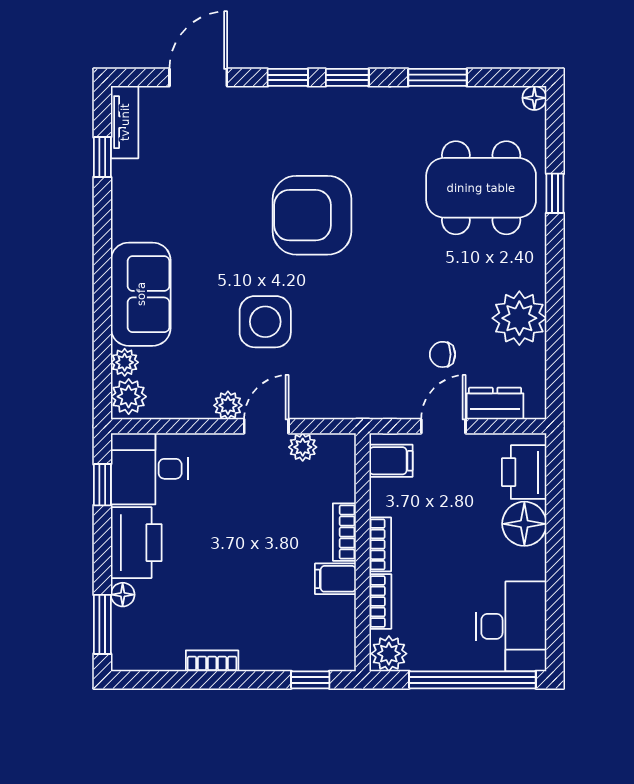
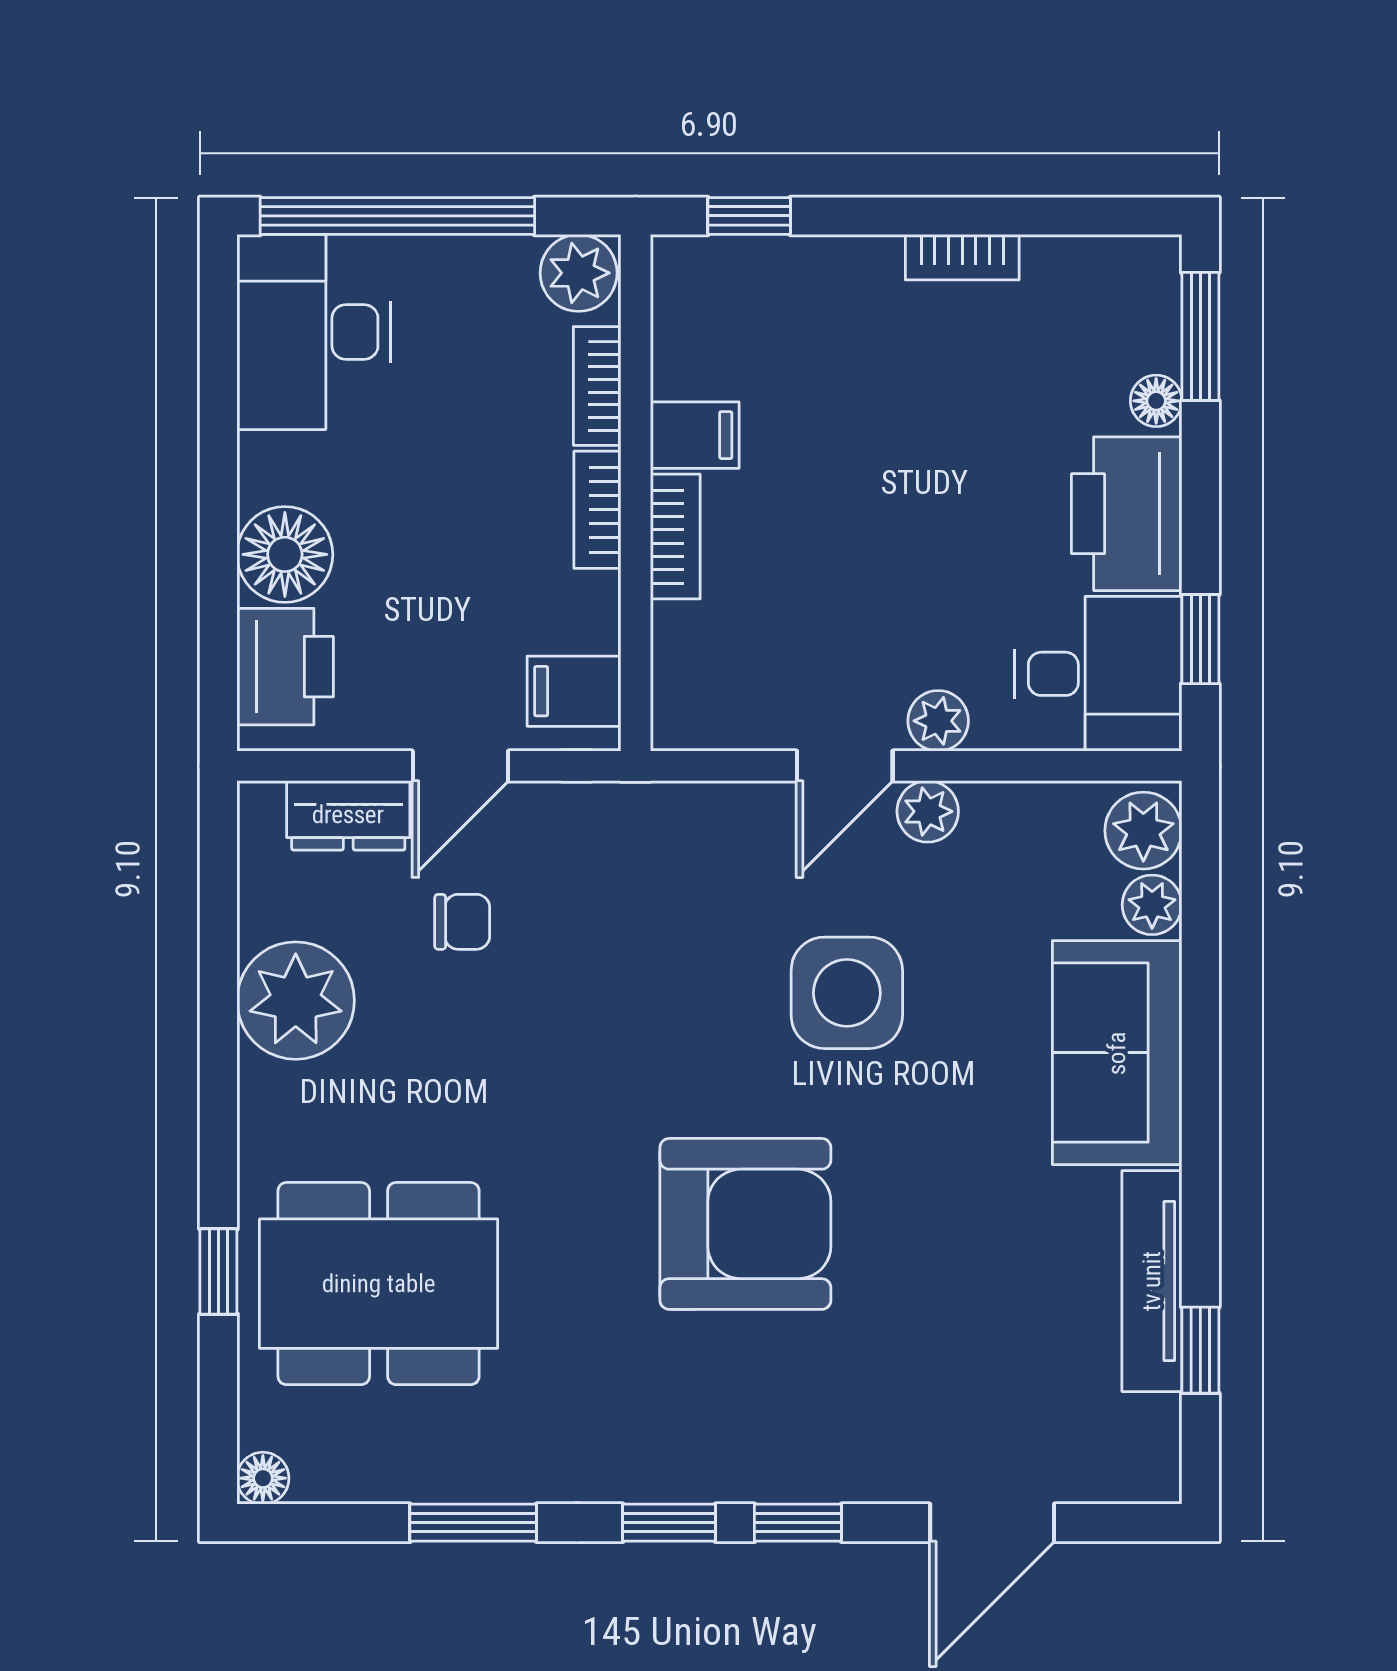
tv unit: (125, 122) -> (1152, 1281), moved, width x1.41
plant: (303, 447) -> (938, 721), moved

